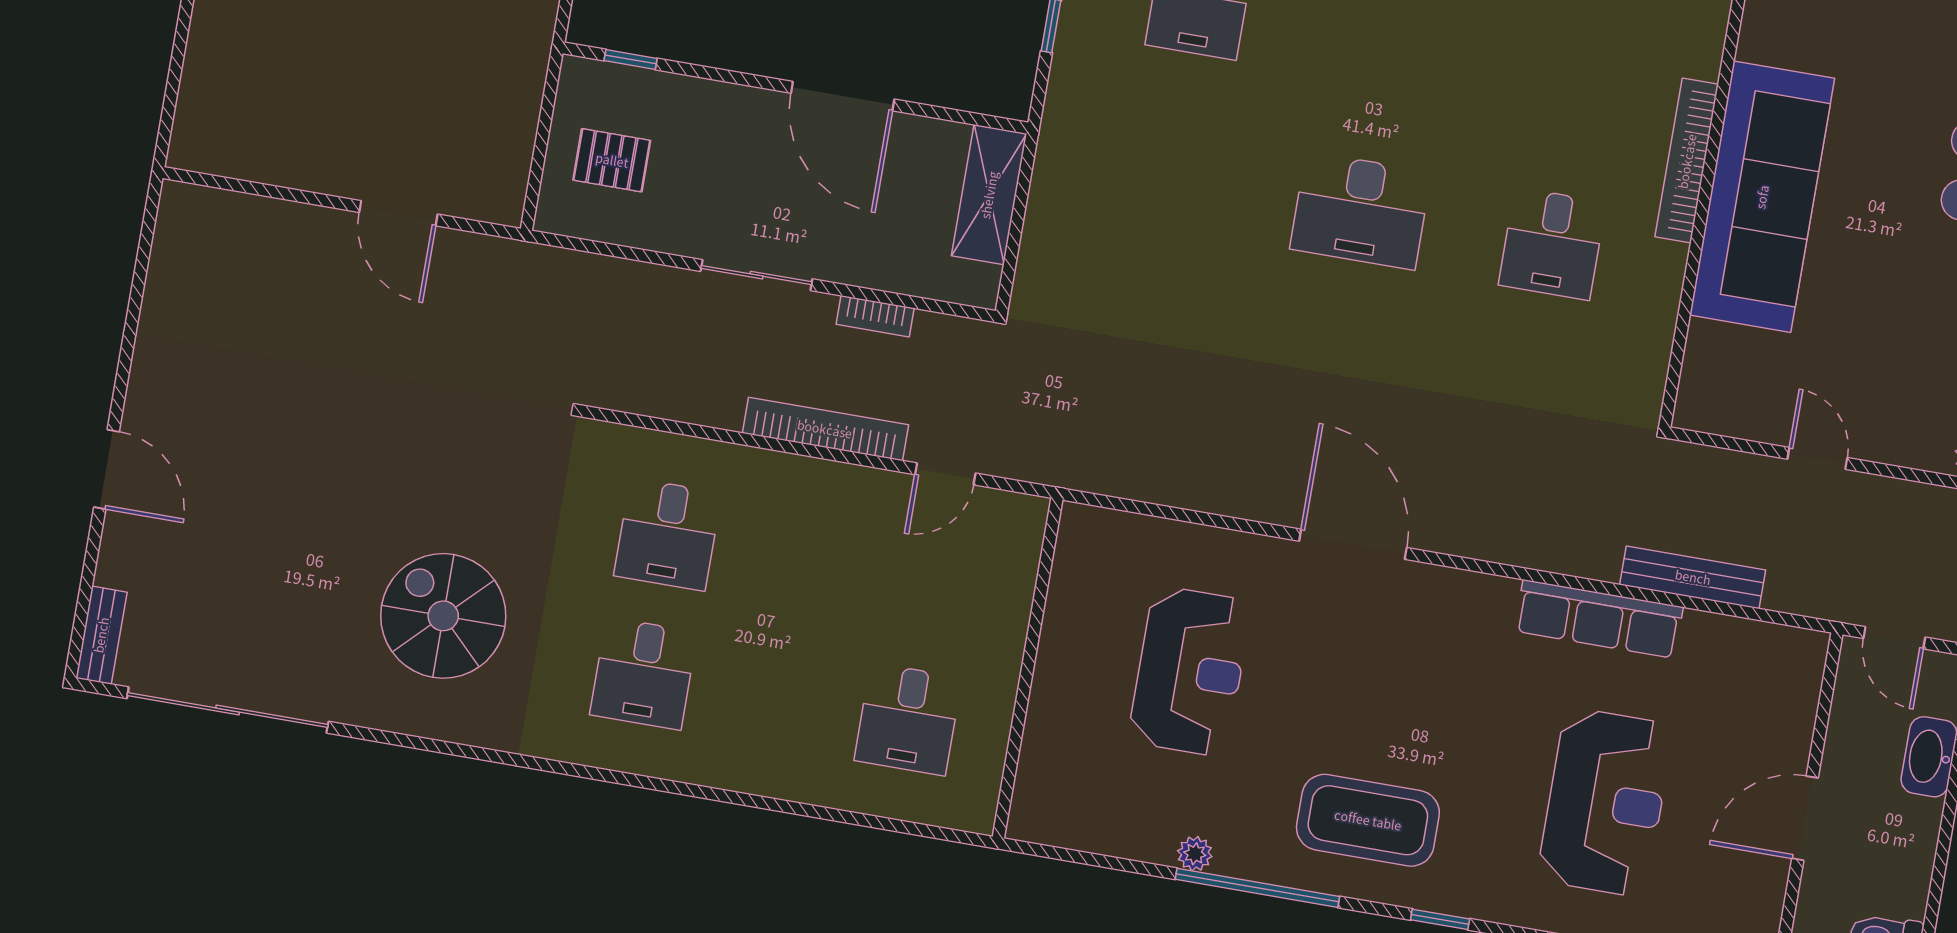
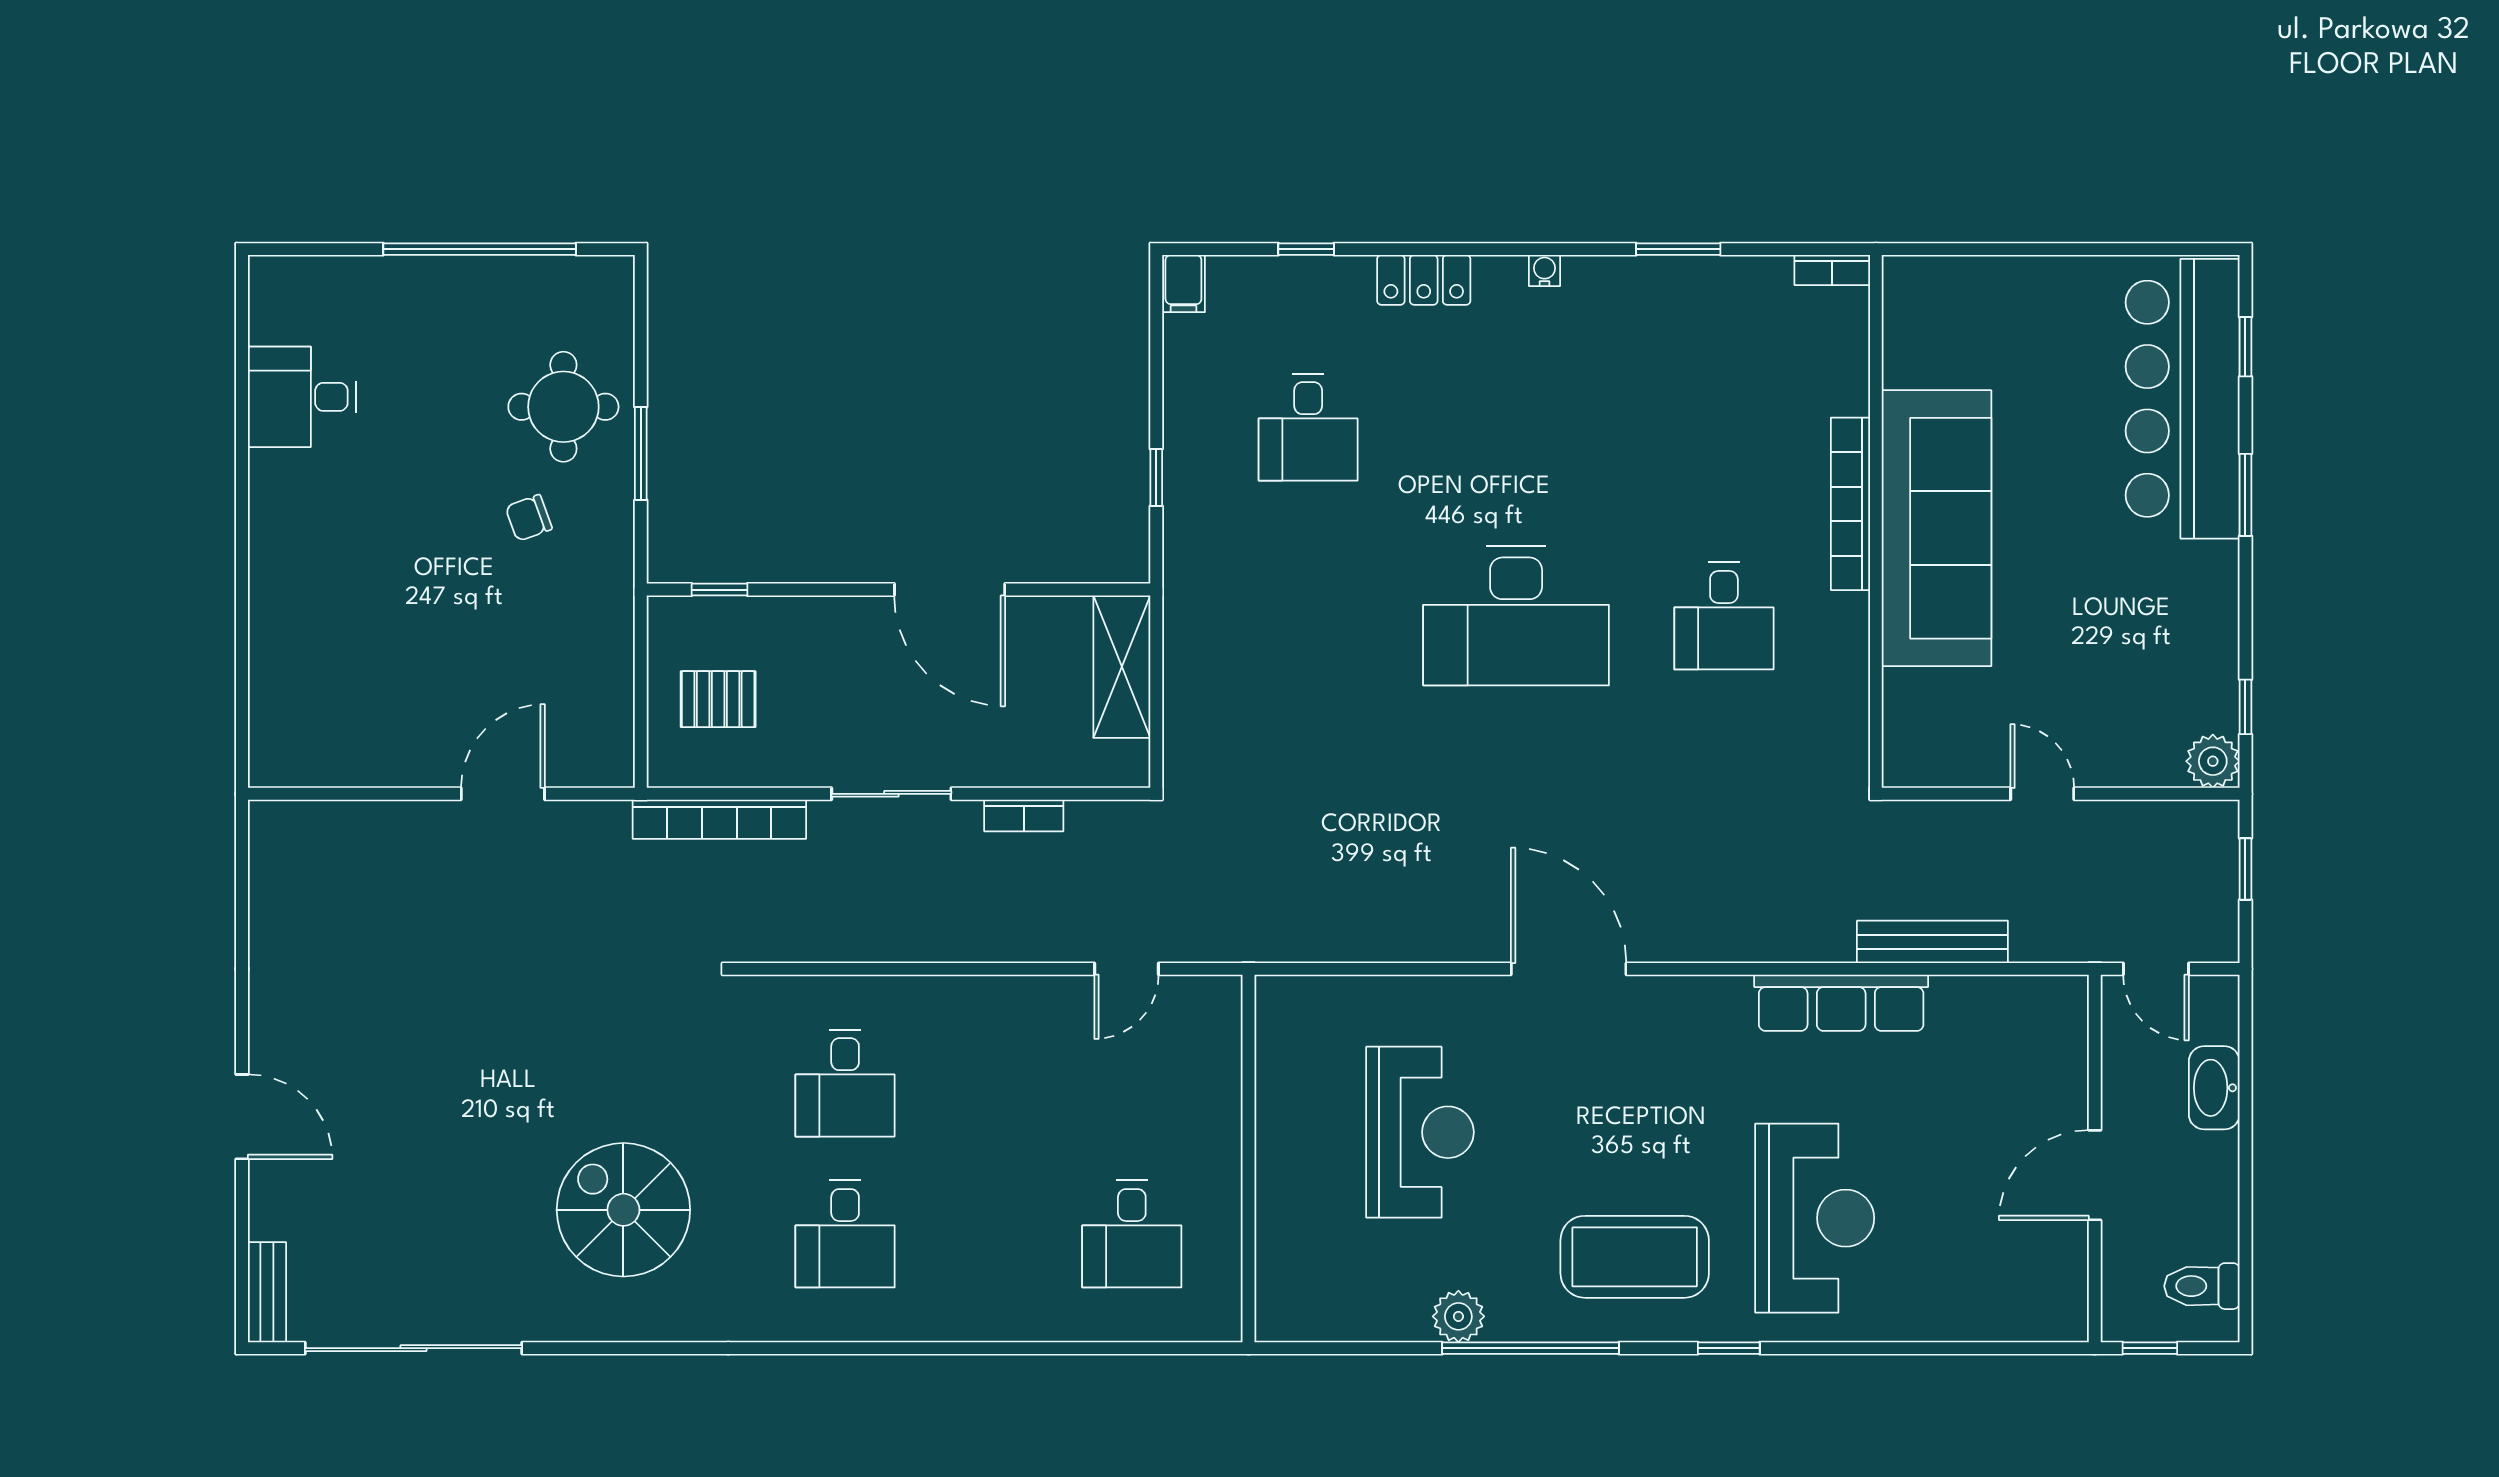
desk: (1361, 211) -> (1516, 616), width x1.36, depth x1.30
door: (398, 213) -> (503, 794), swing flipped
bookcase: (825, 429) -> (719, 819), moved, turned 180
reception desk: (1605, 802) -> (1815, 1218), moved
plant: (1195, 854) -> (1458, 1316), width x1.38, depth x1.38

